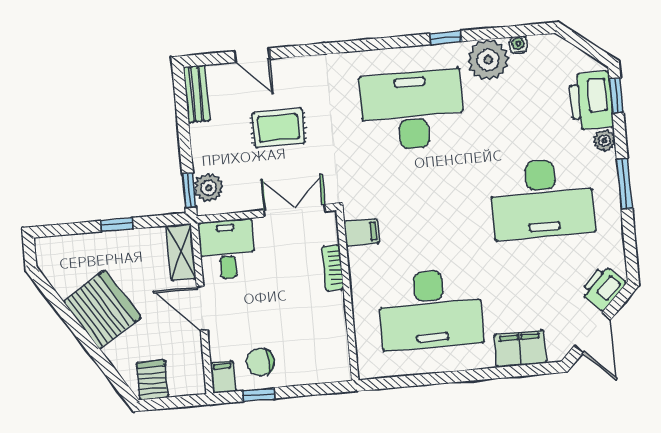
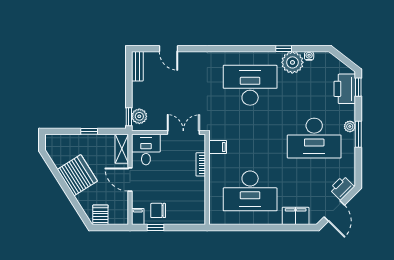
window: (446, 38) -> (284, 49), moved
rug: (278, 128) -> (179, 88), removed
plant: (604, 141) -> (350, 126), moved

